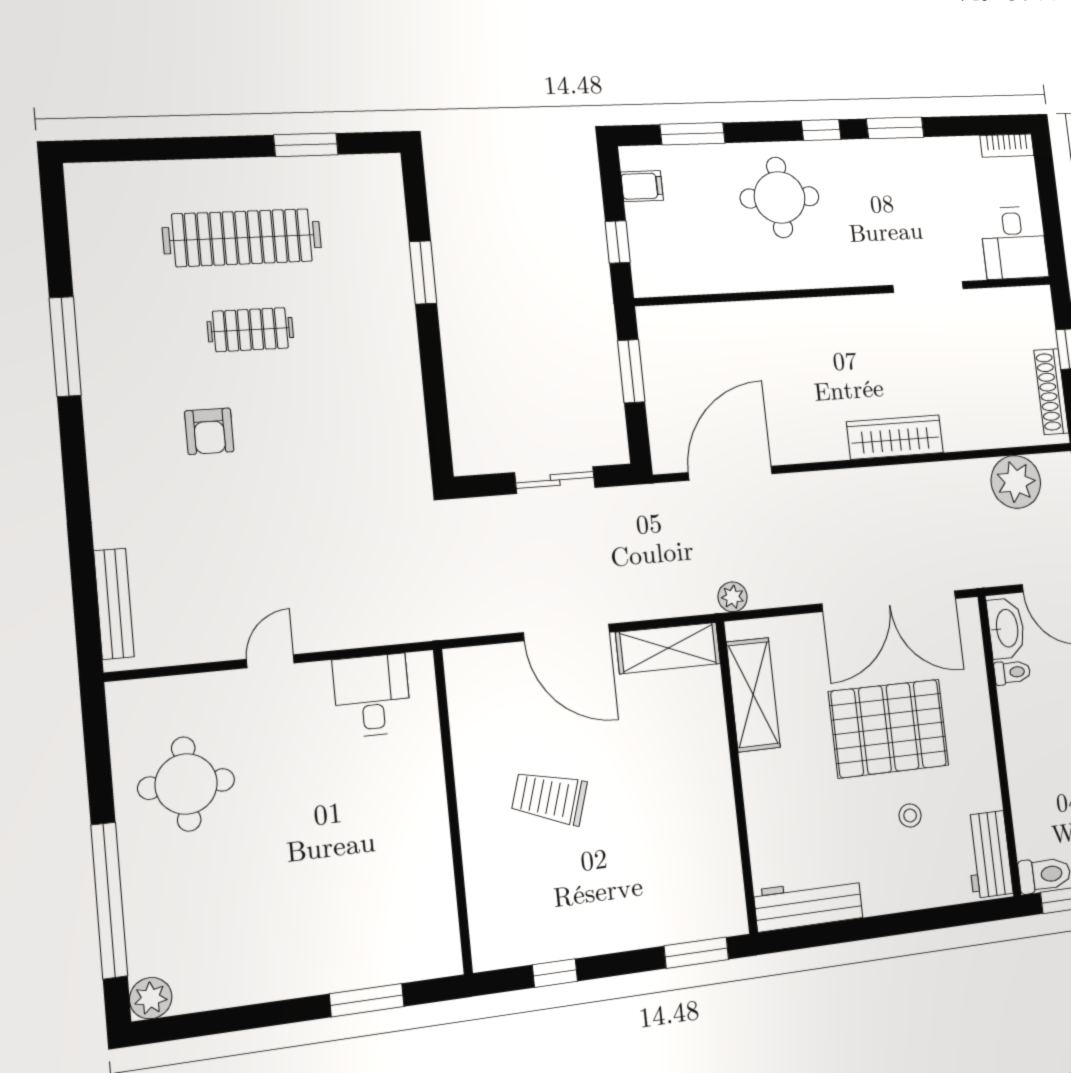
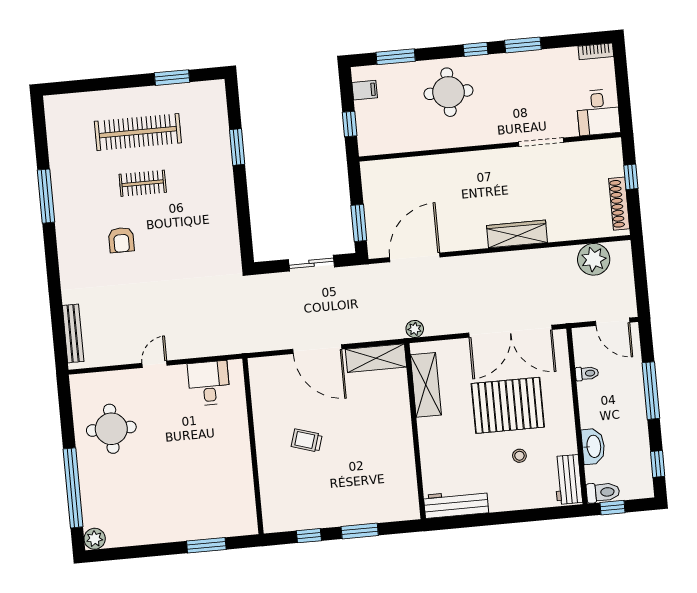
window: (631, 371) -> (359, 223), moved
washbasin: (1006, 628) -> (593, 446), moved
trolley: (549, 798) -> (307, 440), width x0.73, depth x0.72
window: (696, 953) -> (360, 531), moved

